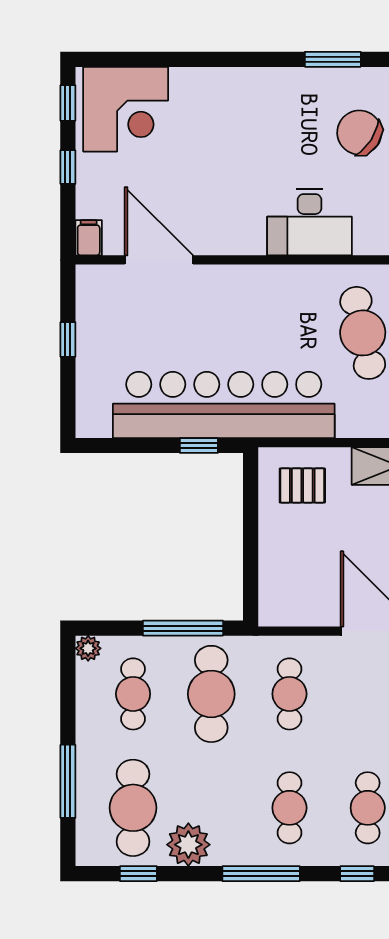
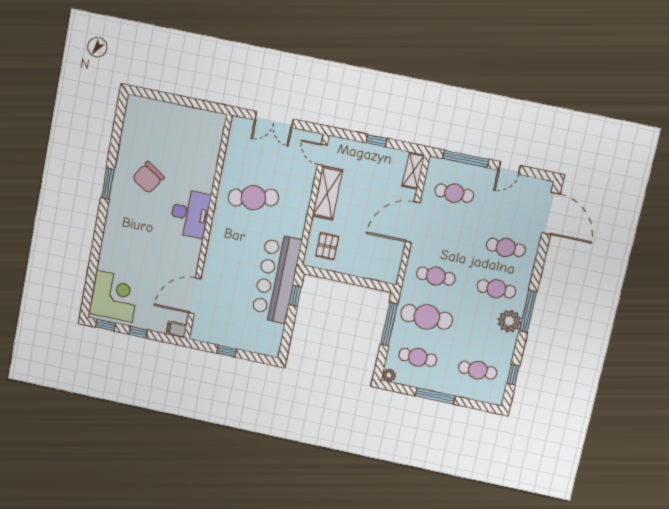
bar counter: (224, 405) -> (277, 278), width x0.73
window: (68, 781) -> (435, 396), moved
cafe table: (133, 808) -> (478, 370), width x0.73, depth x0.74
plant: (188, 845) -> (509, 321), moved
window: (357, 874) -> (540, 260), removed

